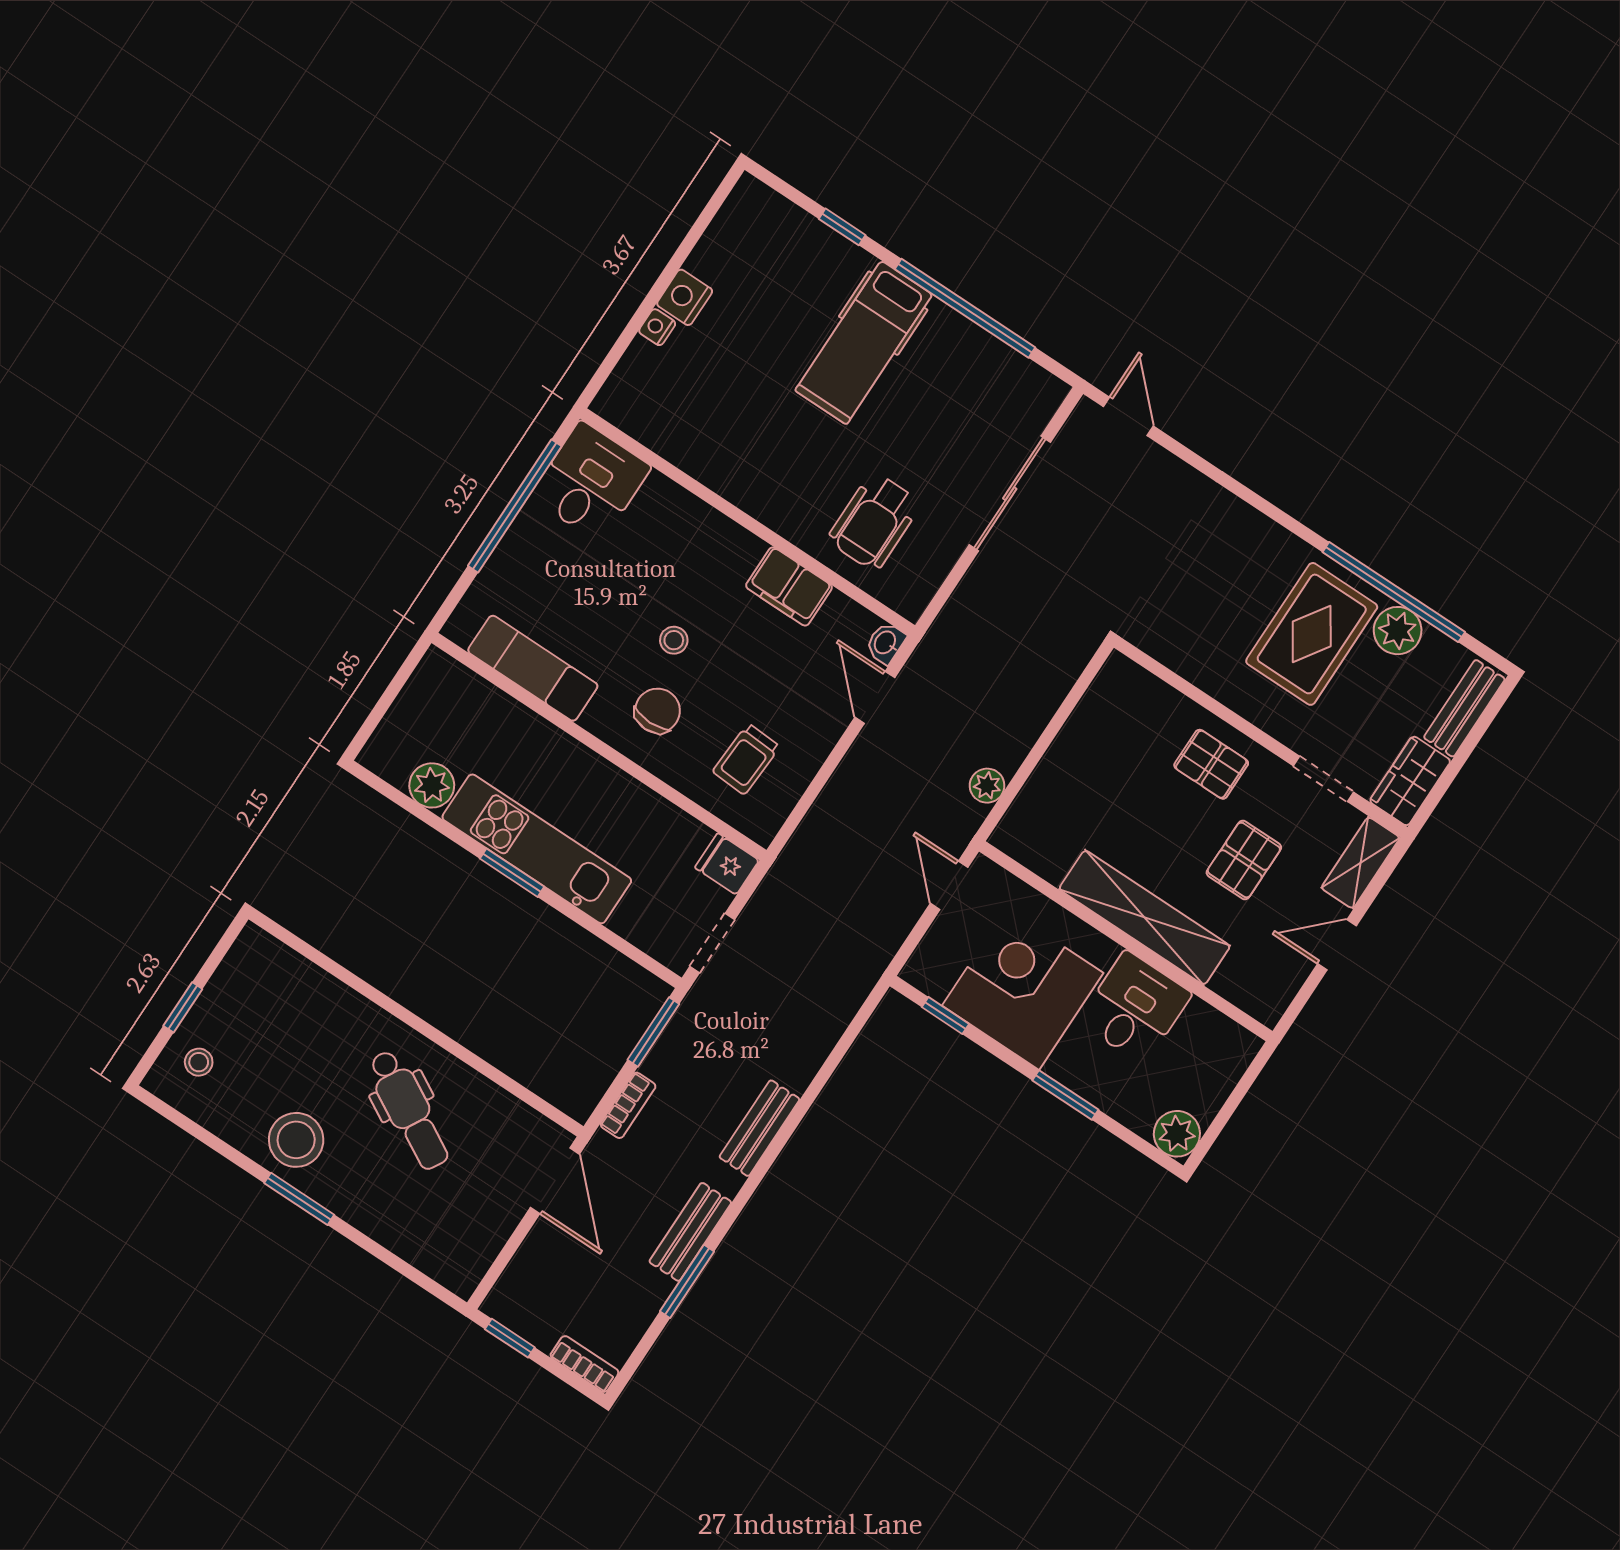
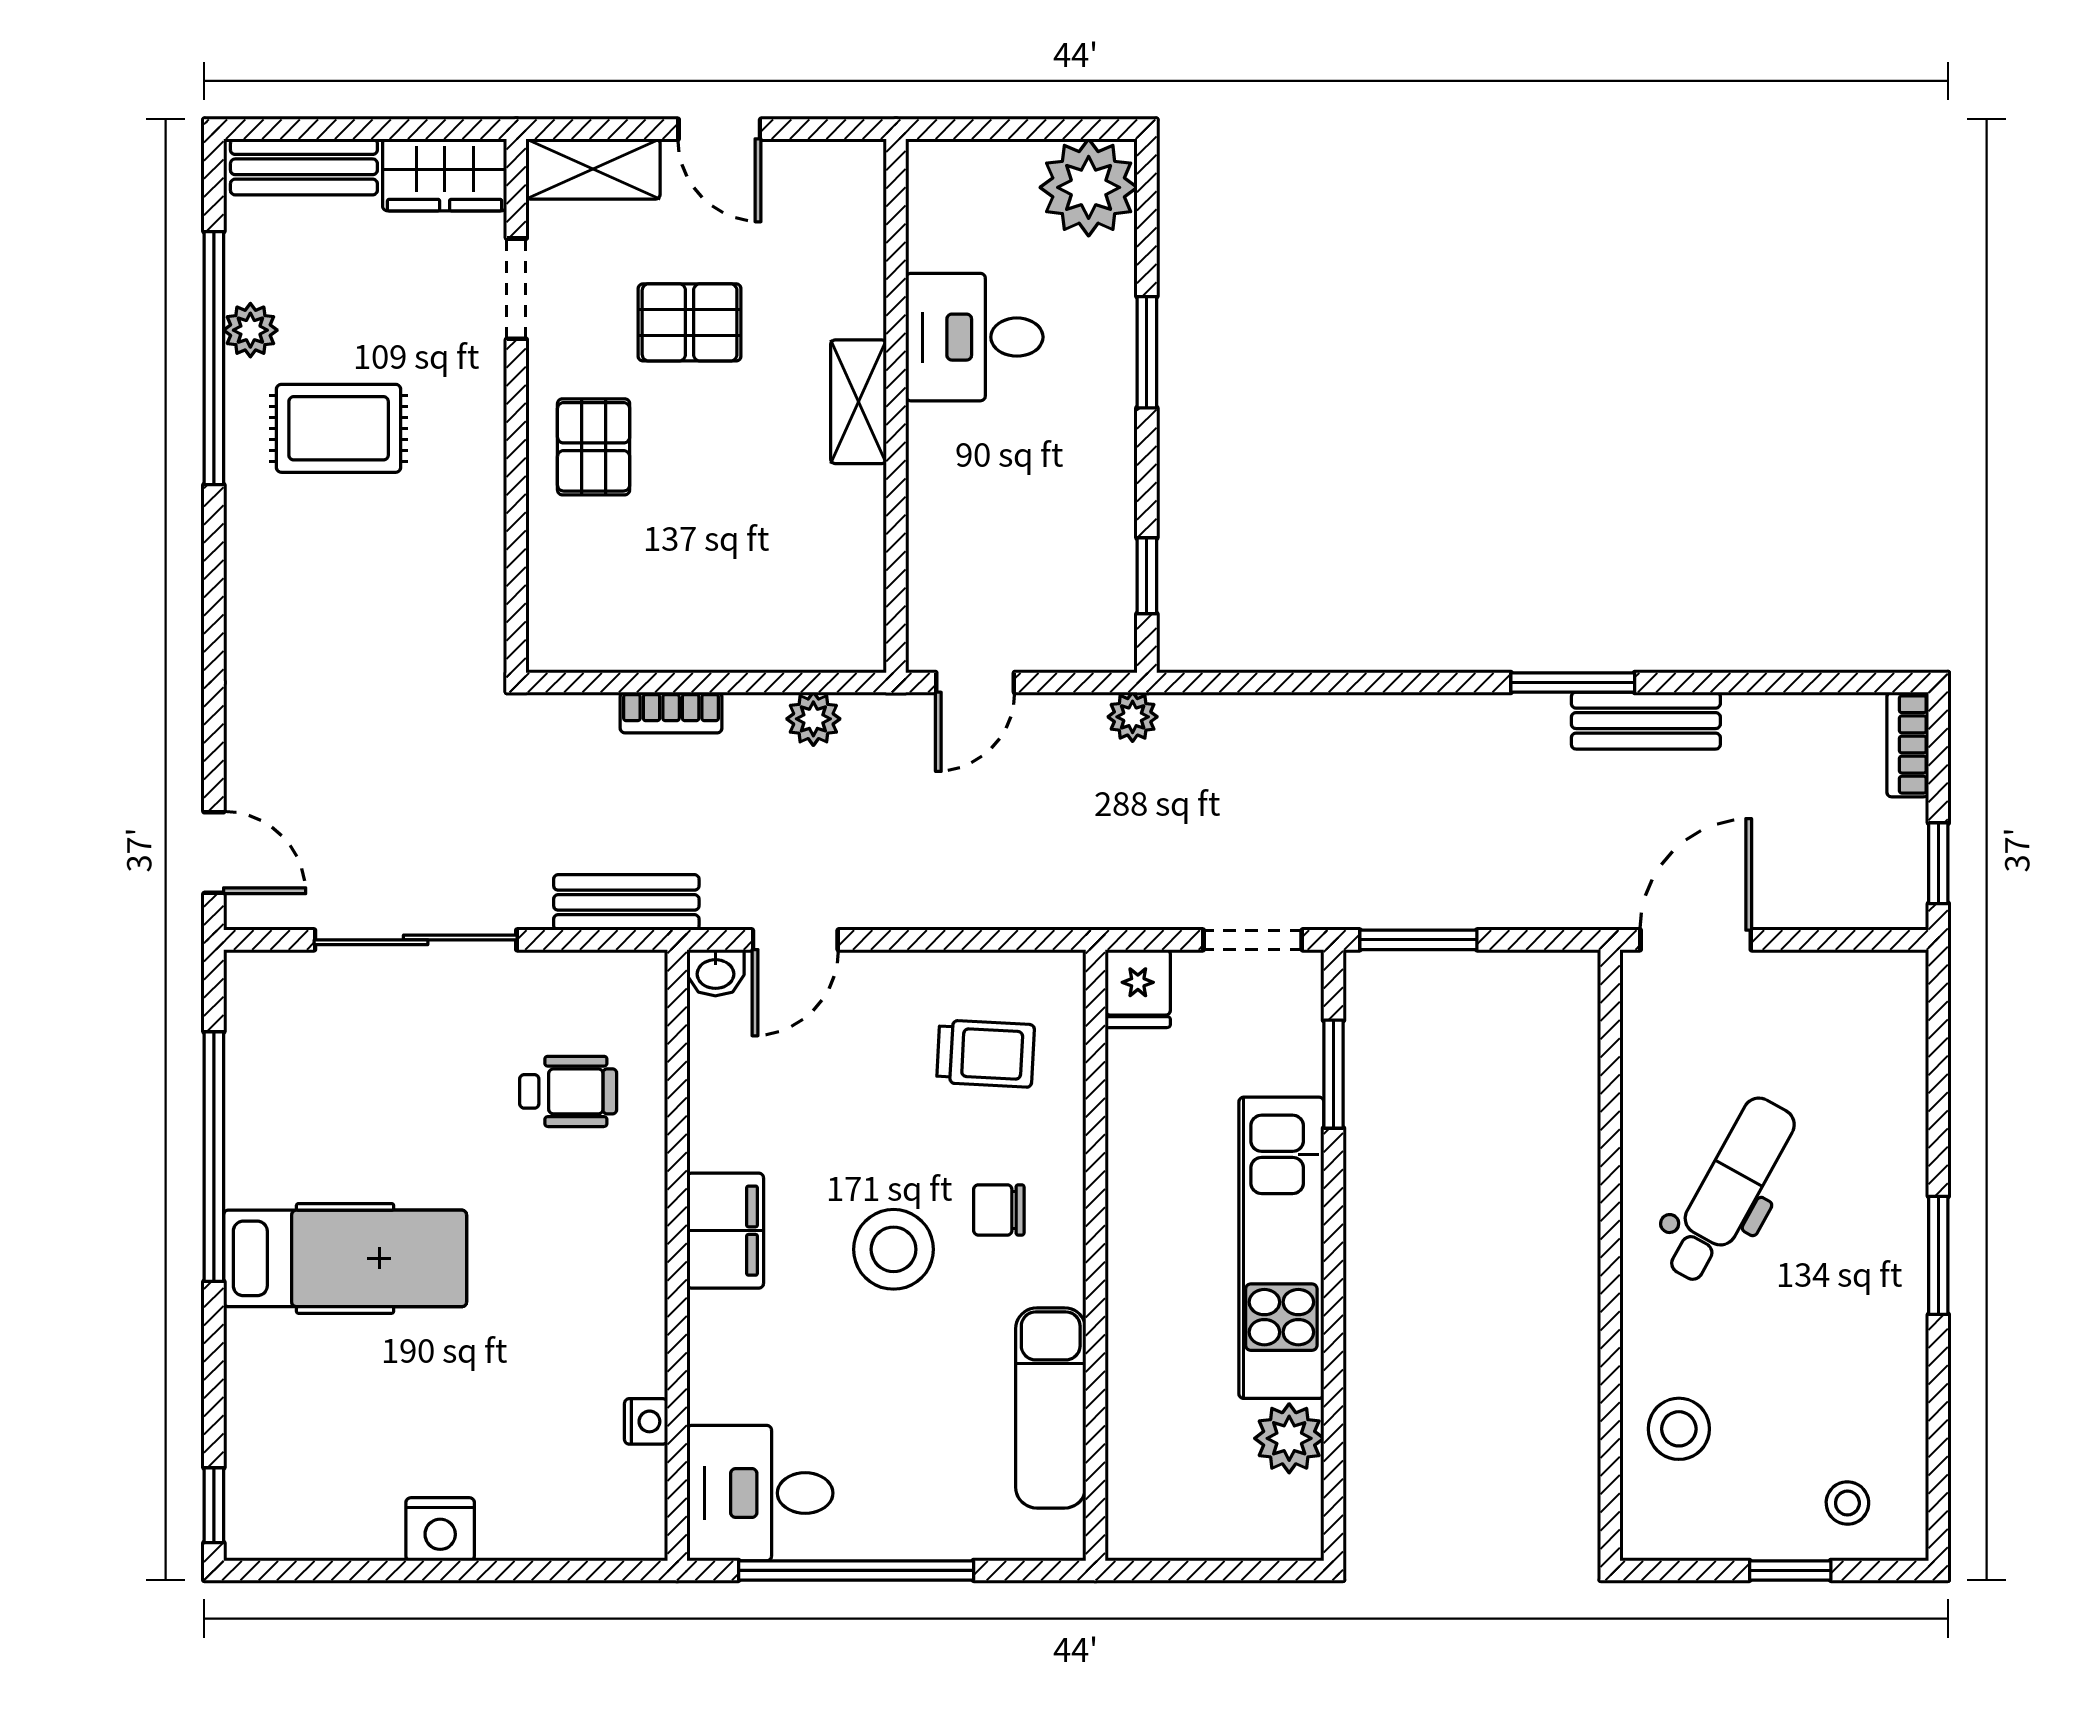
window: (842, 227) -> (214, 1505), moved
nightstand: (657, 327) -> (646, 1421), moved, turned -90
door: (1128, 416) -> (214, 853), swing flipped
wheelchair: (874, 522) -> (568, 1091), width x0.73, depth x0.73
filing cabinet: (789, 586) -> (725, 1231), moved
plant: (1398, 631) -> (250, 330), width x0.73, depth x0.73
rug: (1312, 634) -> (339, 428), width x0.73, depth x0.70
stool: (674, 640) -> (894, 1249), width x1.89, depth x1.89
chair: (657, 711) -> (999, 1210), width x0.73, depth x0.73
window: (512, 873) -> (1333, 1074), moved
shelving: (1145, 918) -> (858, 402), width x0.45, depth x0.75
plant: (875, 958) -> (1133, 717), added
corner desk: (1023, 989) -> (1047, 498), removed
bookcase: (628, 1105) -> (671, 713), moved, turned 180
bench: (760, 1128) -> (626, 902), moved
plant: (1177, 1134) -> (1089, 187), width x1.36, depth x1.36
stool: (296, 1140) -> (1679, 1429), moved, width x0.73, depth x0.73
window: (687, 1281) -> (1573, 682), moved

